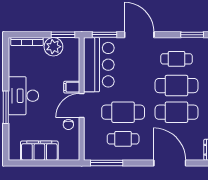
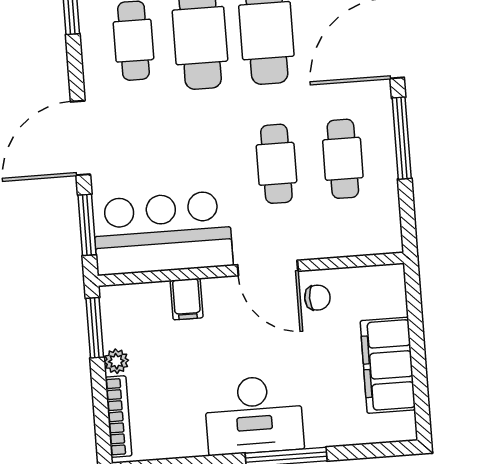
plant: (53, 47) -> (116, 361), width x0.53, depth x0.53
filing cabinet: (72, 87) -> (187, 299), moved
cafe table: (123, 112) -> (276, 164), width x0.73, depth x0.74
window: (107, 163) -> (402, 138), moved

